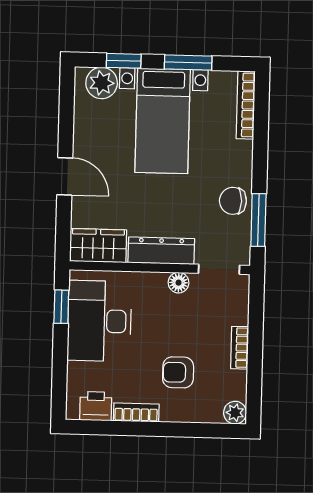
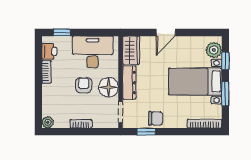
chair: (233, 201) -> (156, 118), turned 90
window: (258, 220) -> (146, 132), width x0.67
floor lamp: (179, 283) -> (109, 87), width x1.89, depth x1.89
window: (61, 307) -> (62, 32), moved
armchair: (178, 372) -> (84, 85), moved

